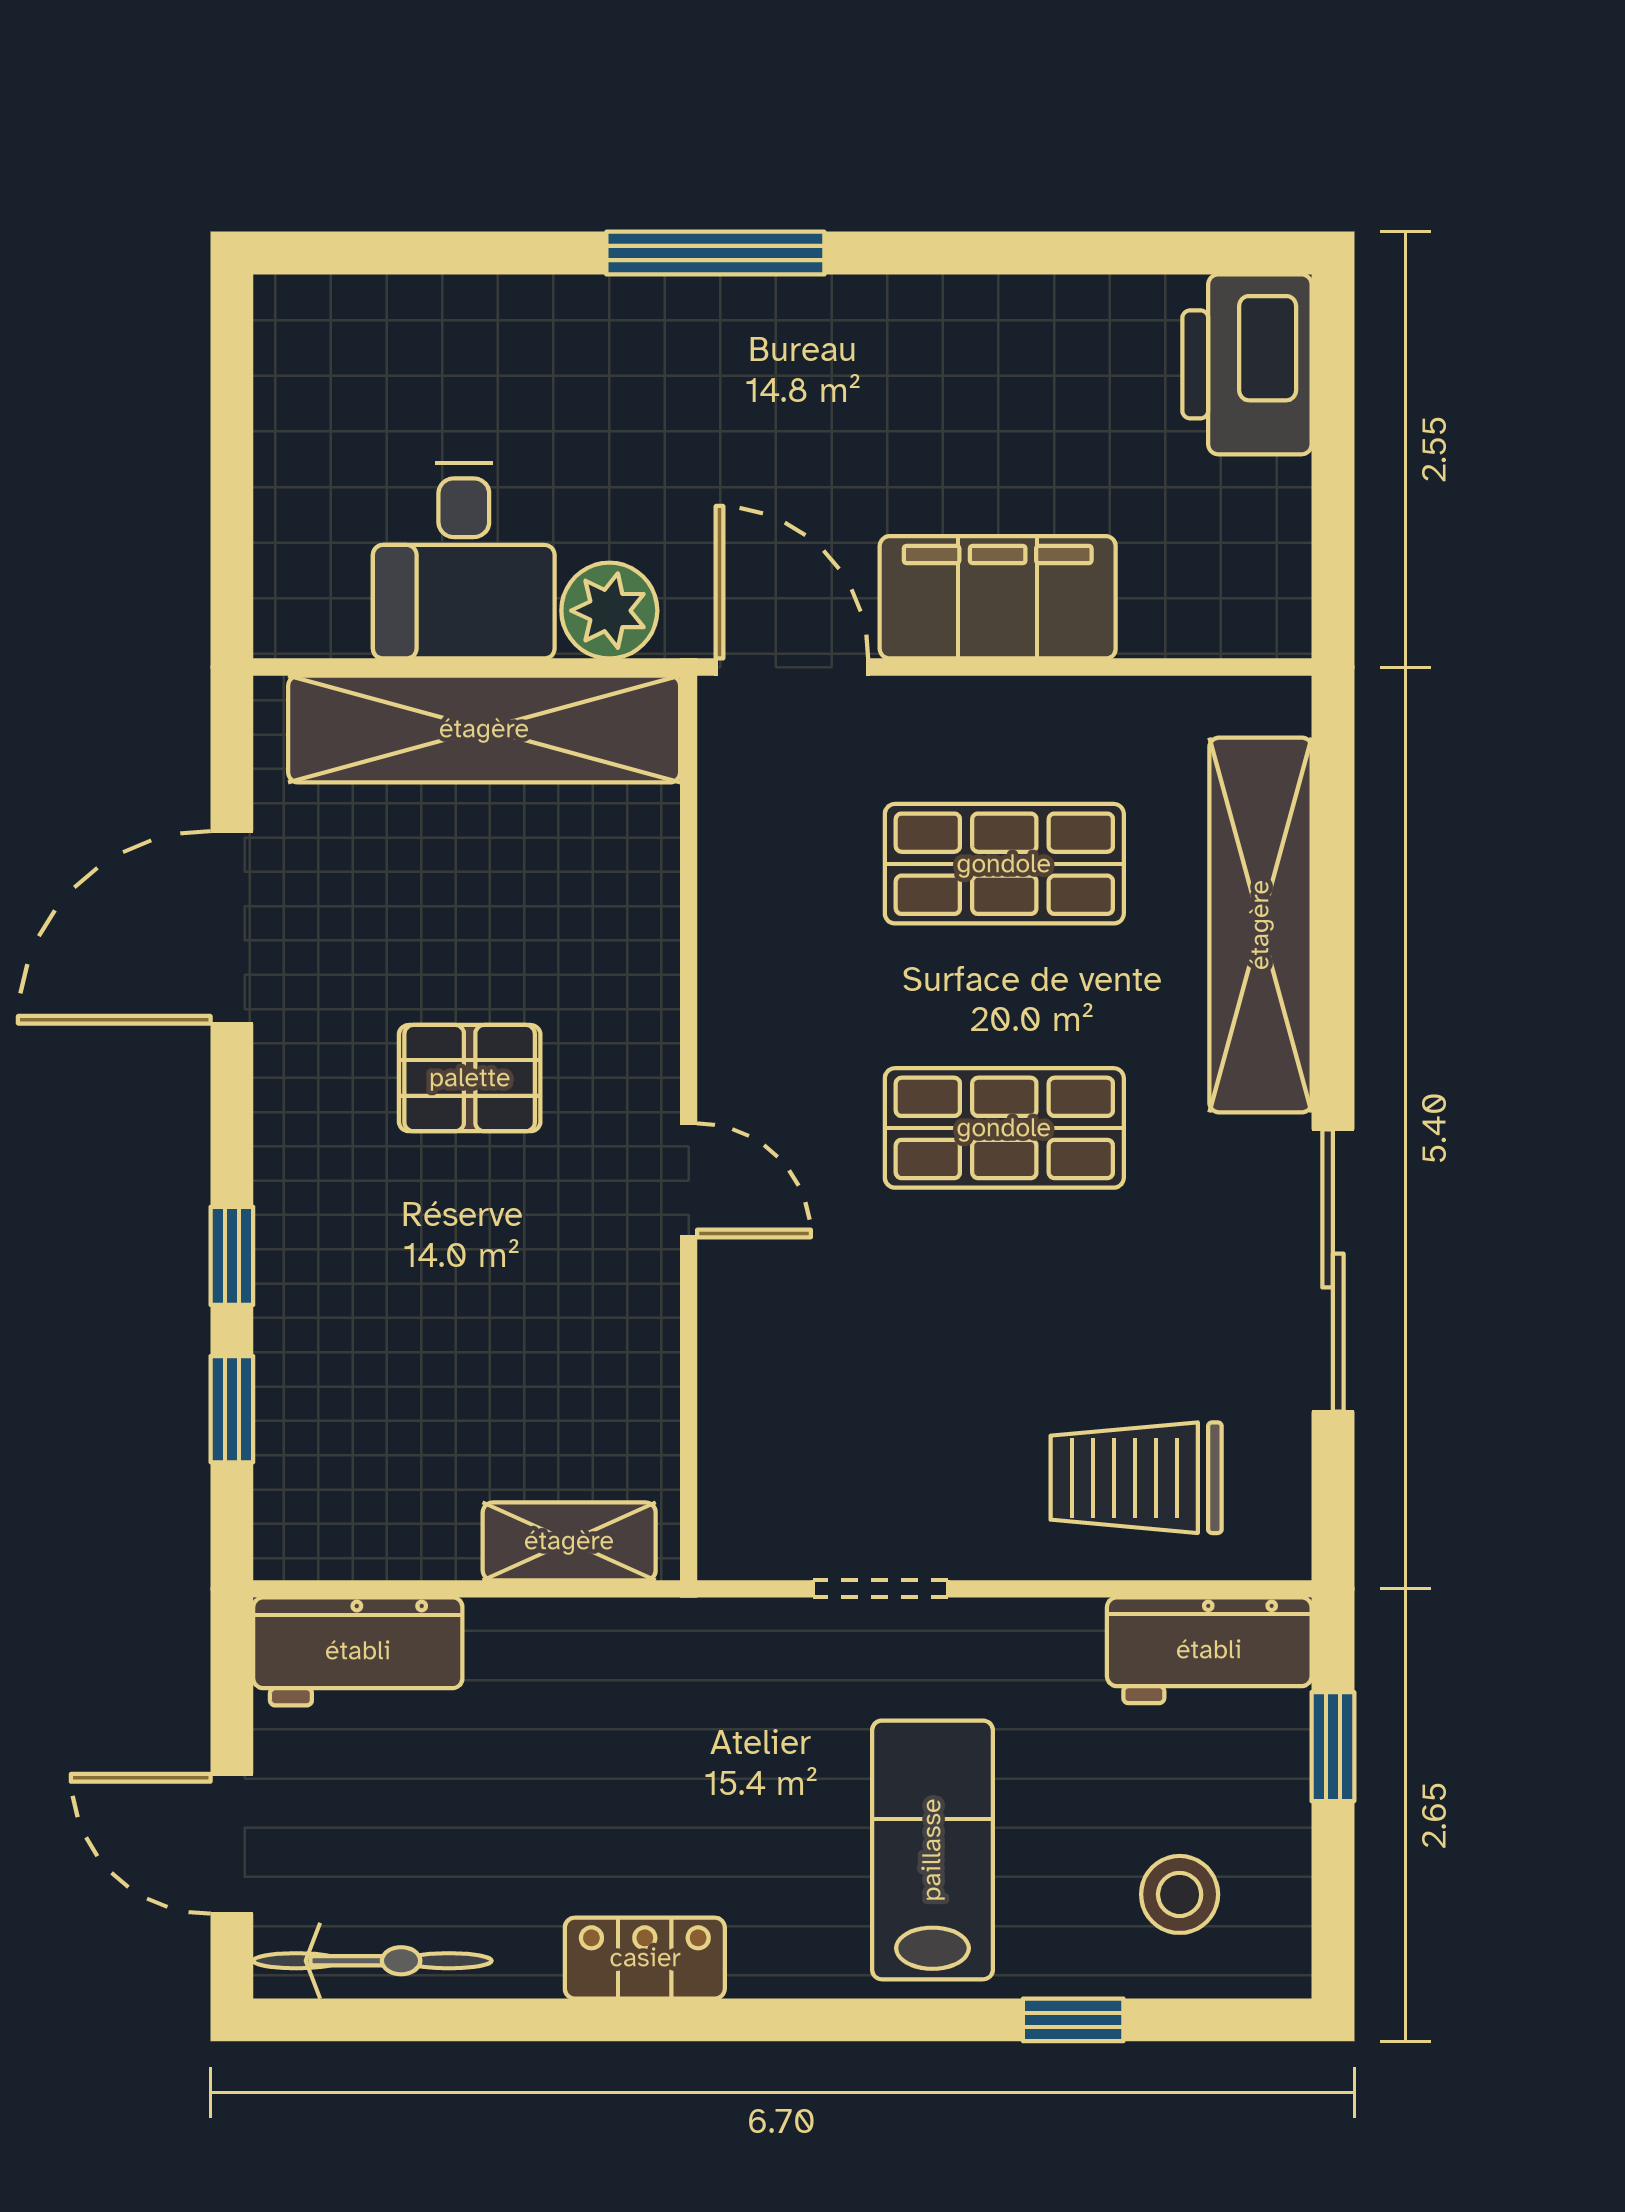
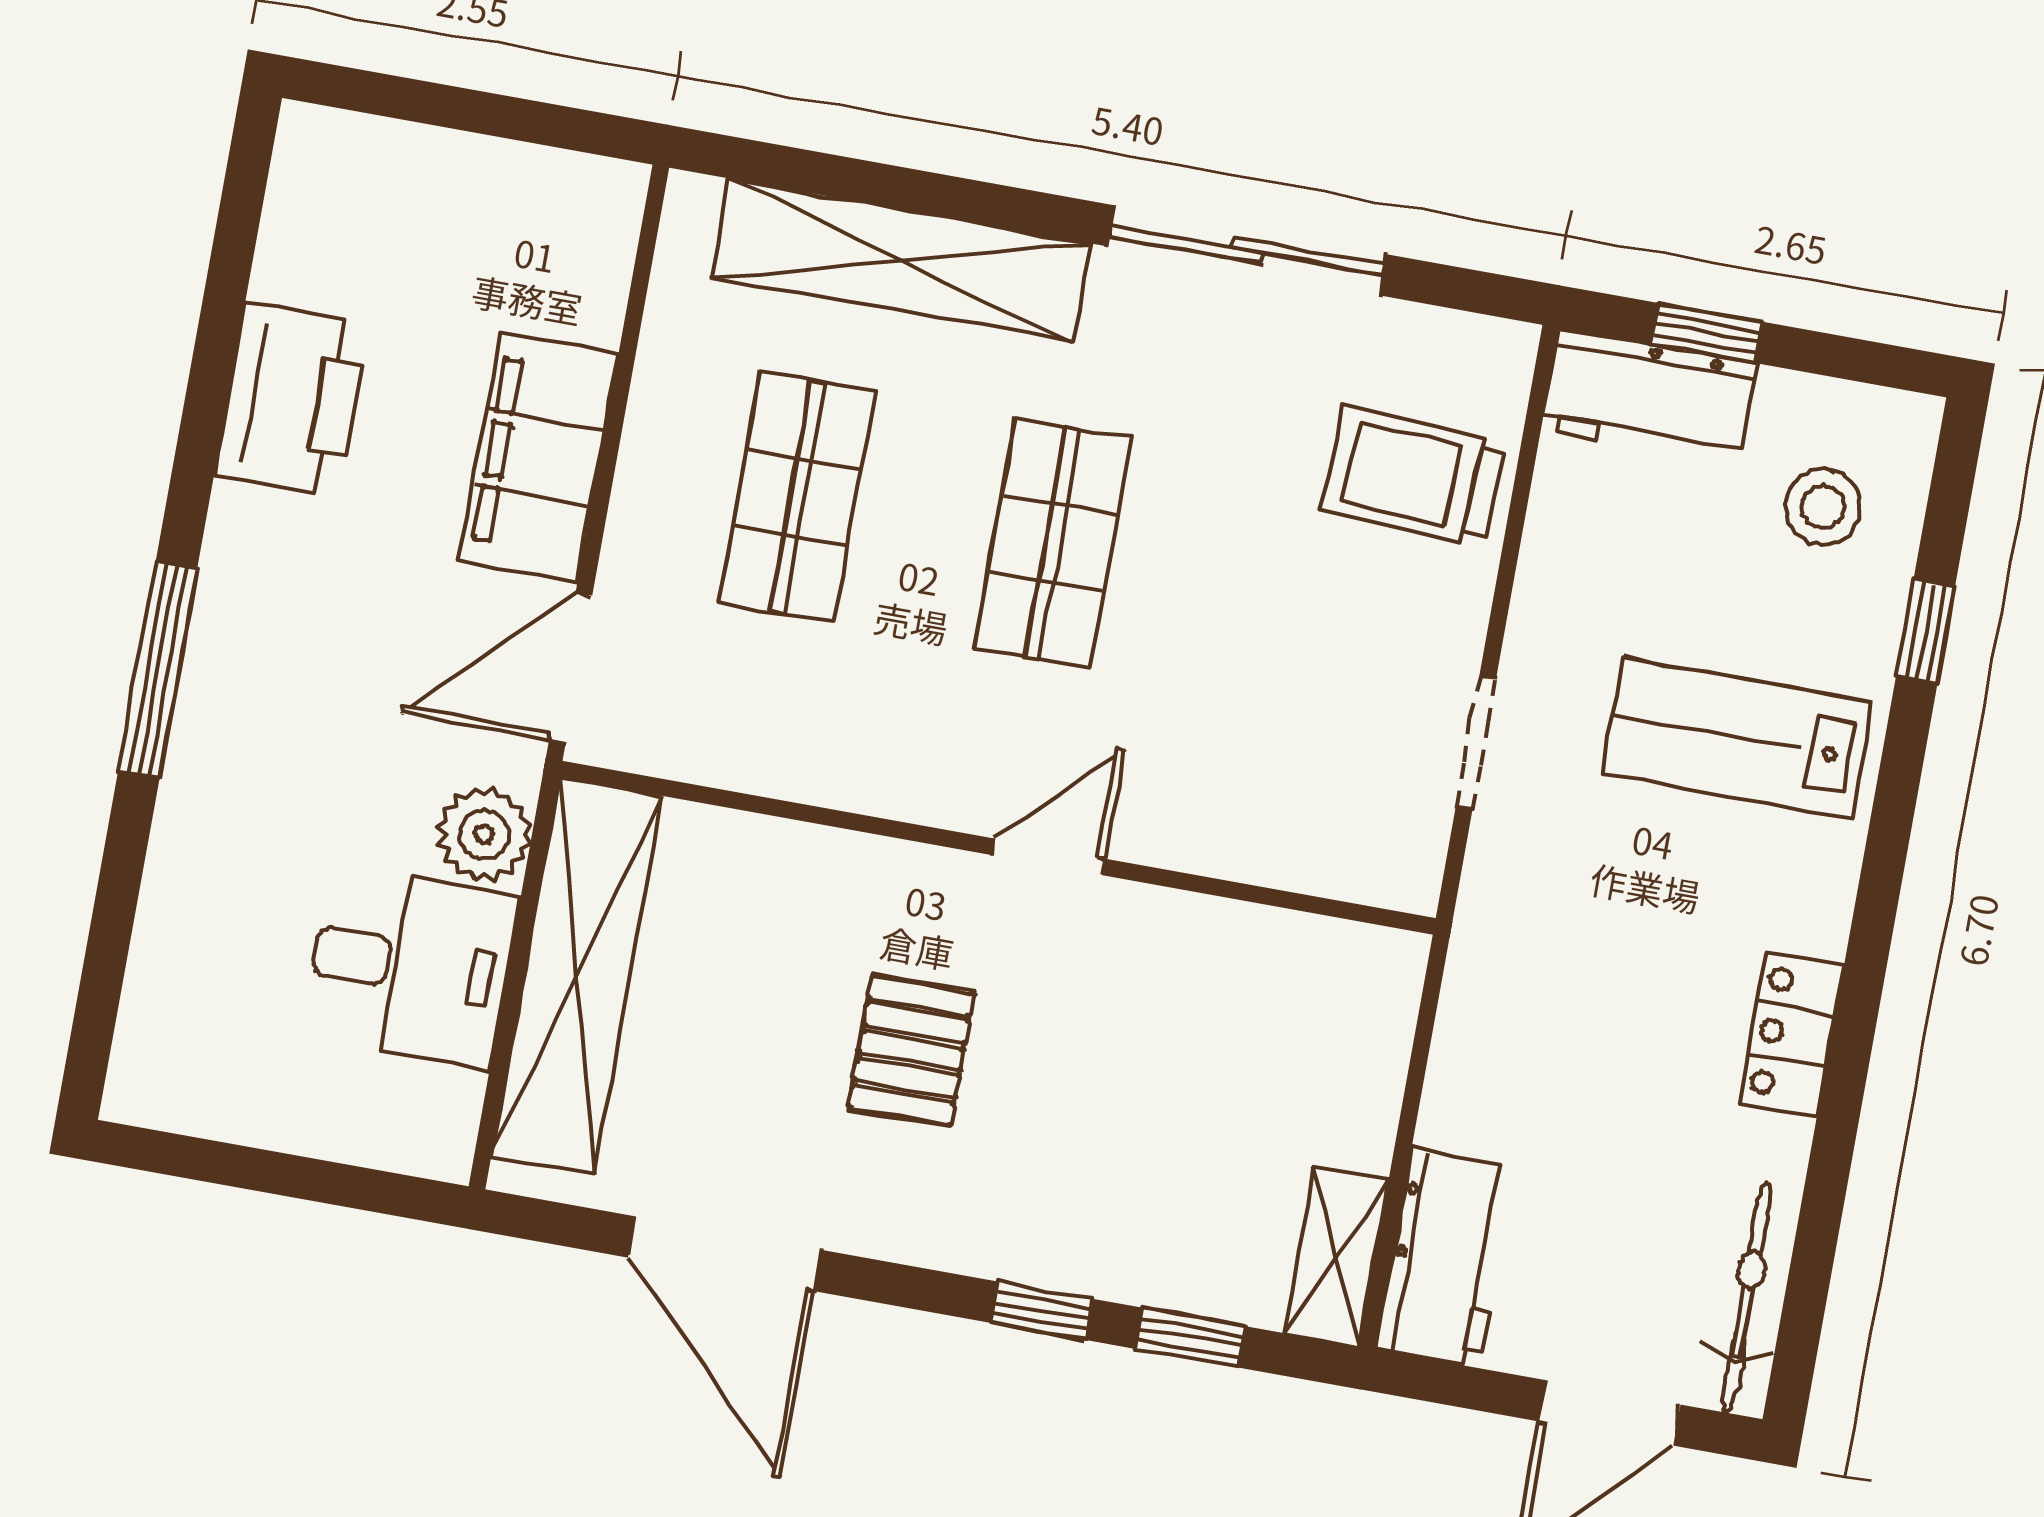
printer: (1247, 364) -> (292, 400), moved, turned -90
trolley: (1136, 1478) -> (1413, 476), turned 93
shelving: (569, 1541) -> (1336, 1256), moved
workbench: (1209, 1650) -> (1649, 397), moved, turned 90

